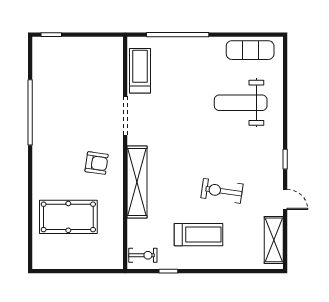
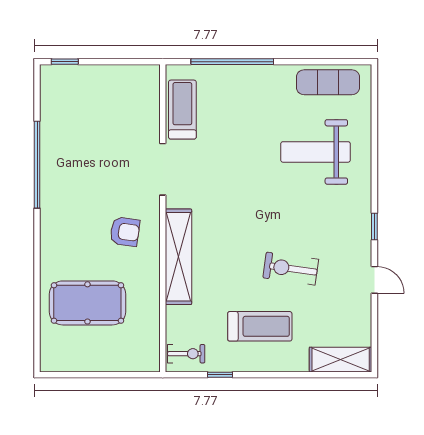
shelving: (274, 240) -> (341, 360), moved, turned 90

